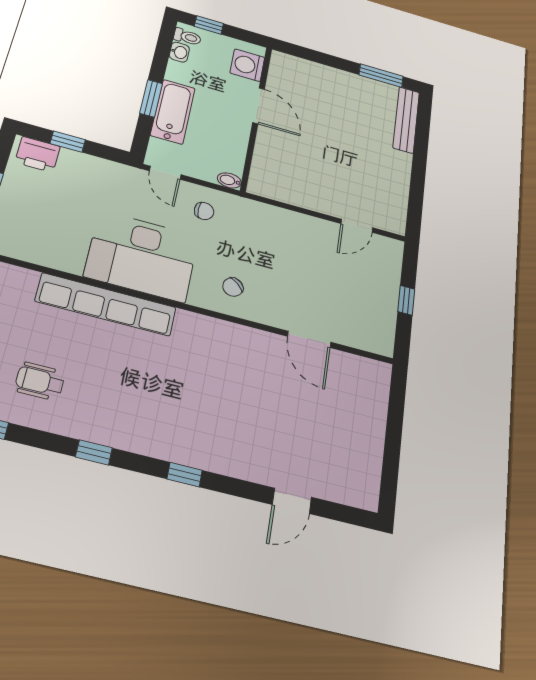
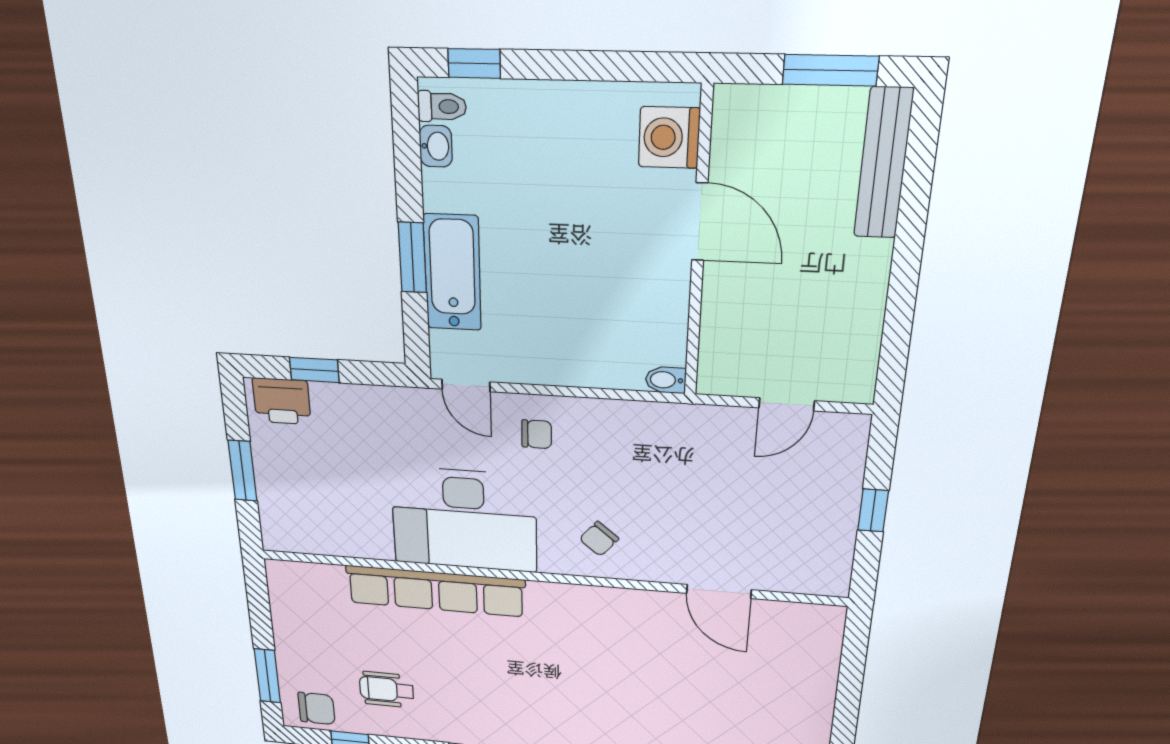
washing machine: (247, 65) -> (669, 138), moved
door: (259, 106) -> (700, 222), moved
wall: (256, 117) -> (698, 247), moved
bidet: (229, 180) -> (666, 380), moved

